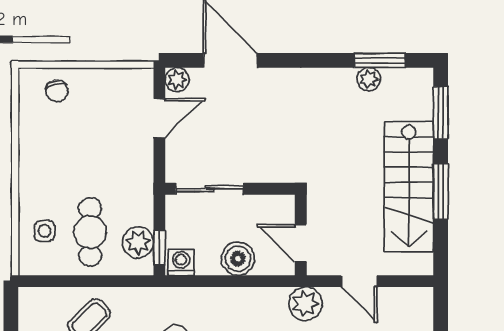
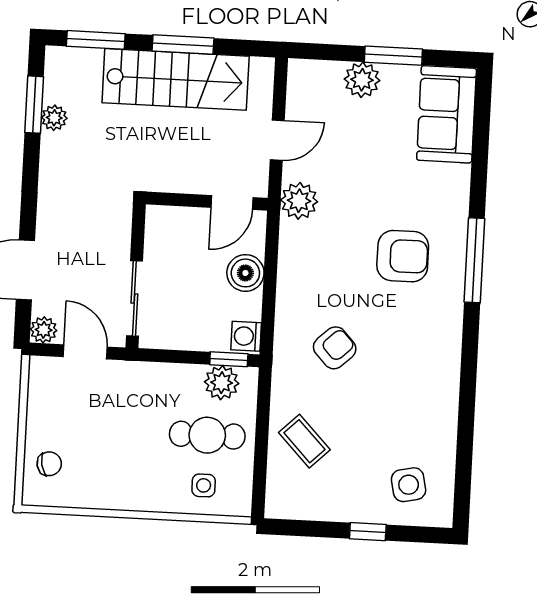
sliding door: (210, 189) -> (134, 299), moved
wall: (230, 189) -> (136, 276), moved

